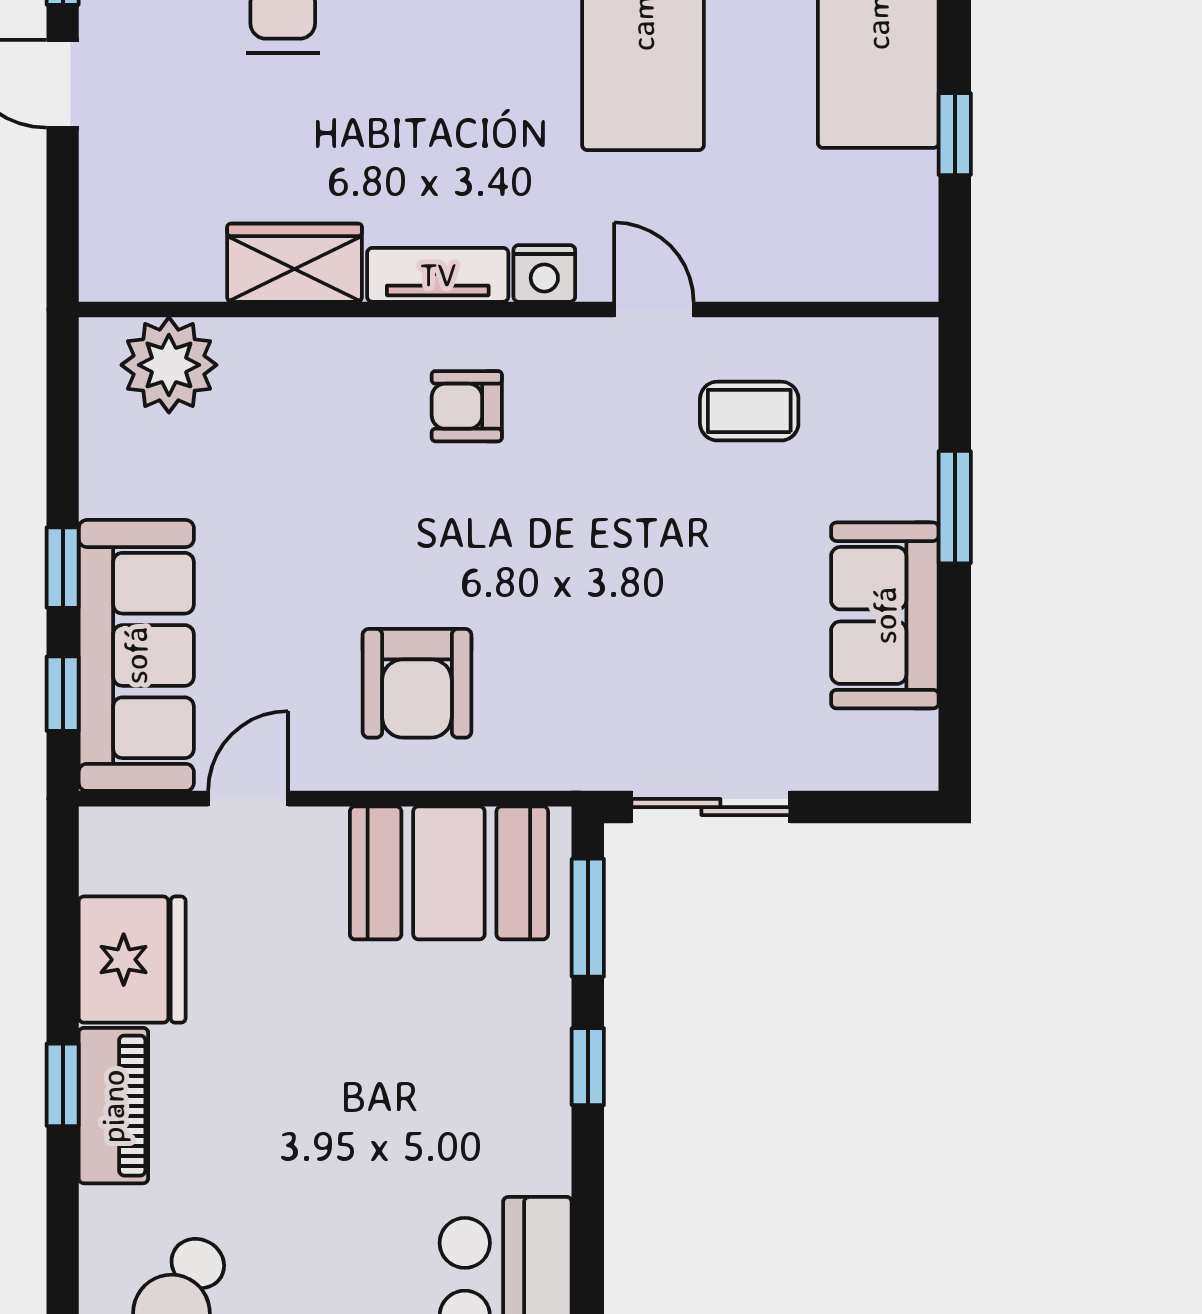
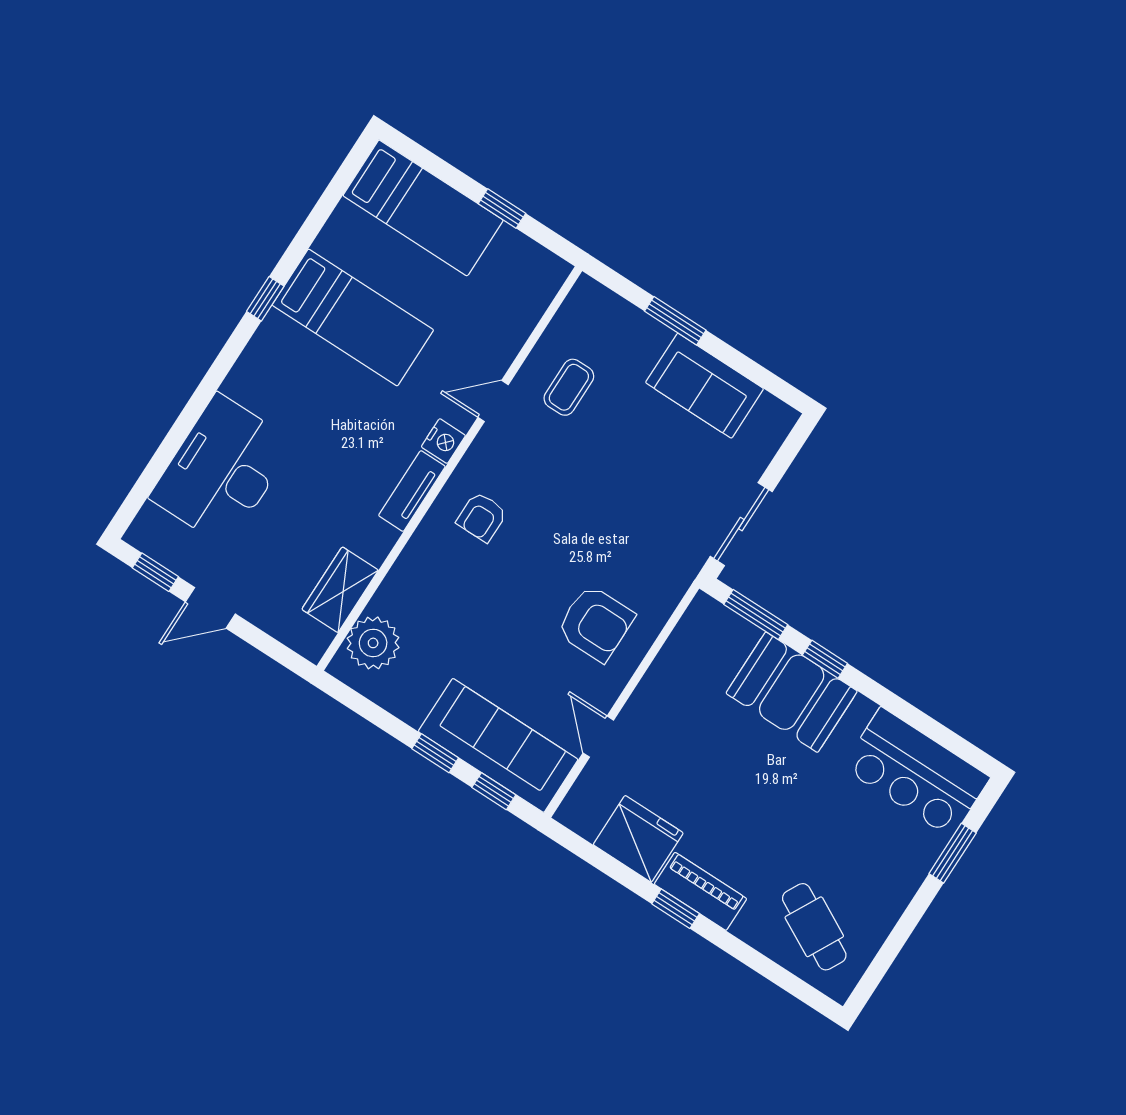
wardrobe: (295, 263) -> (340, 590), moved
booth: (449, 873) -> (792, 692), moved, turned 90

